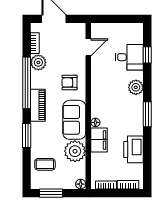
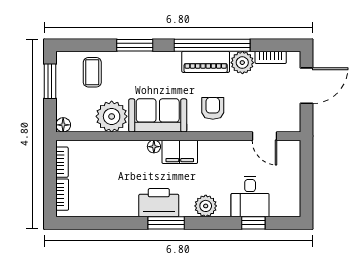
piano: (38, 105) -> (206, 62), moved
filing cabinet: (99, 140) -> (180, 152), moved
printer: (134, 149) -> (159, 203), moved

